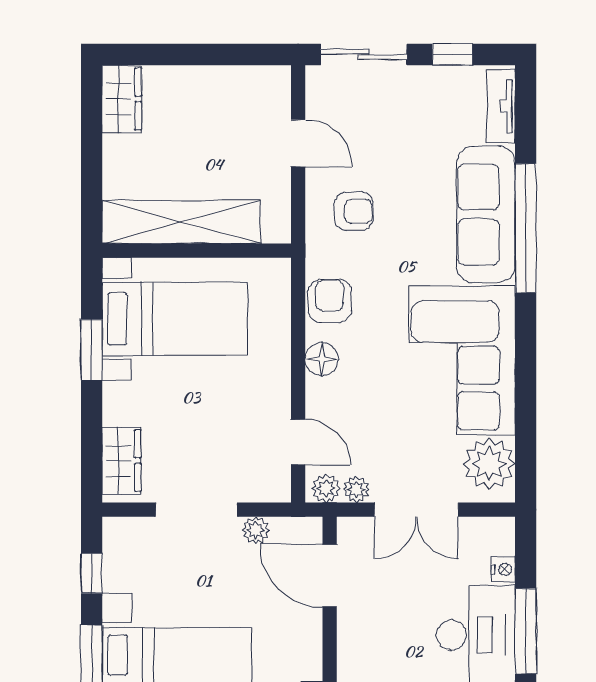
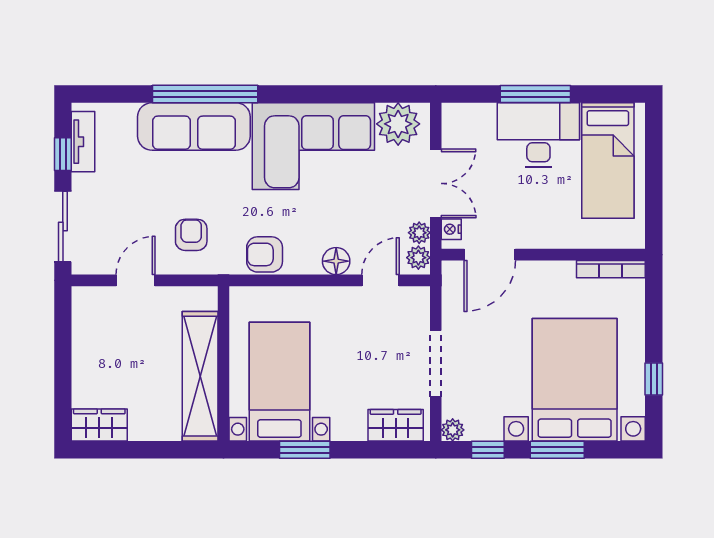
tv unit: (501, 106) -> (83, 142), moved, turned -90
floor lamp: (322, 359) -> (336, 261), moved
plant: (256, 530) -> (453, 430), moved
nightstand: (503, 569) -> (451, 229), moved, turned -90

